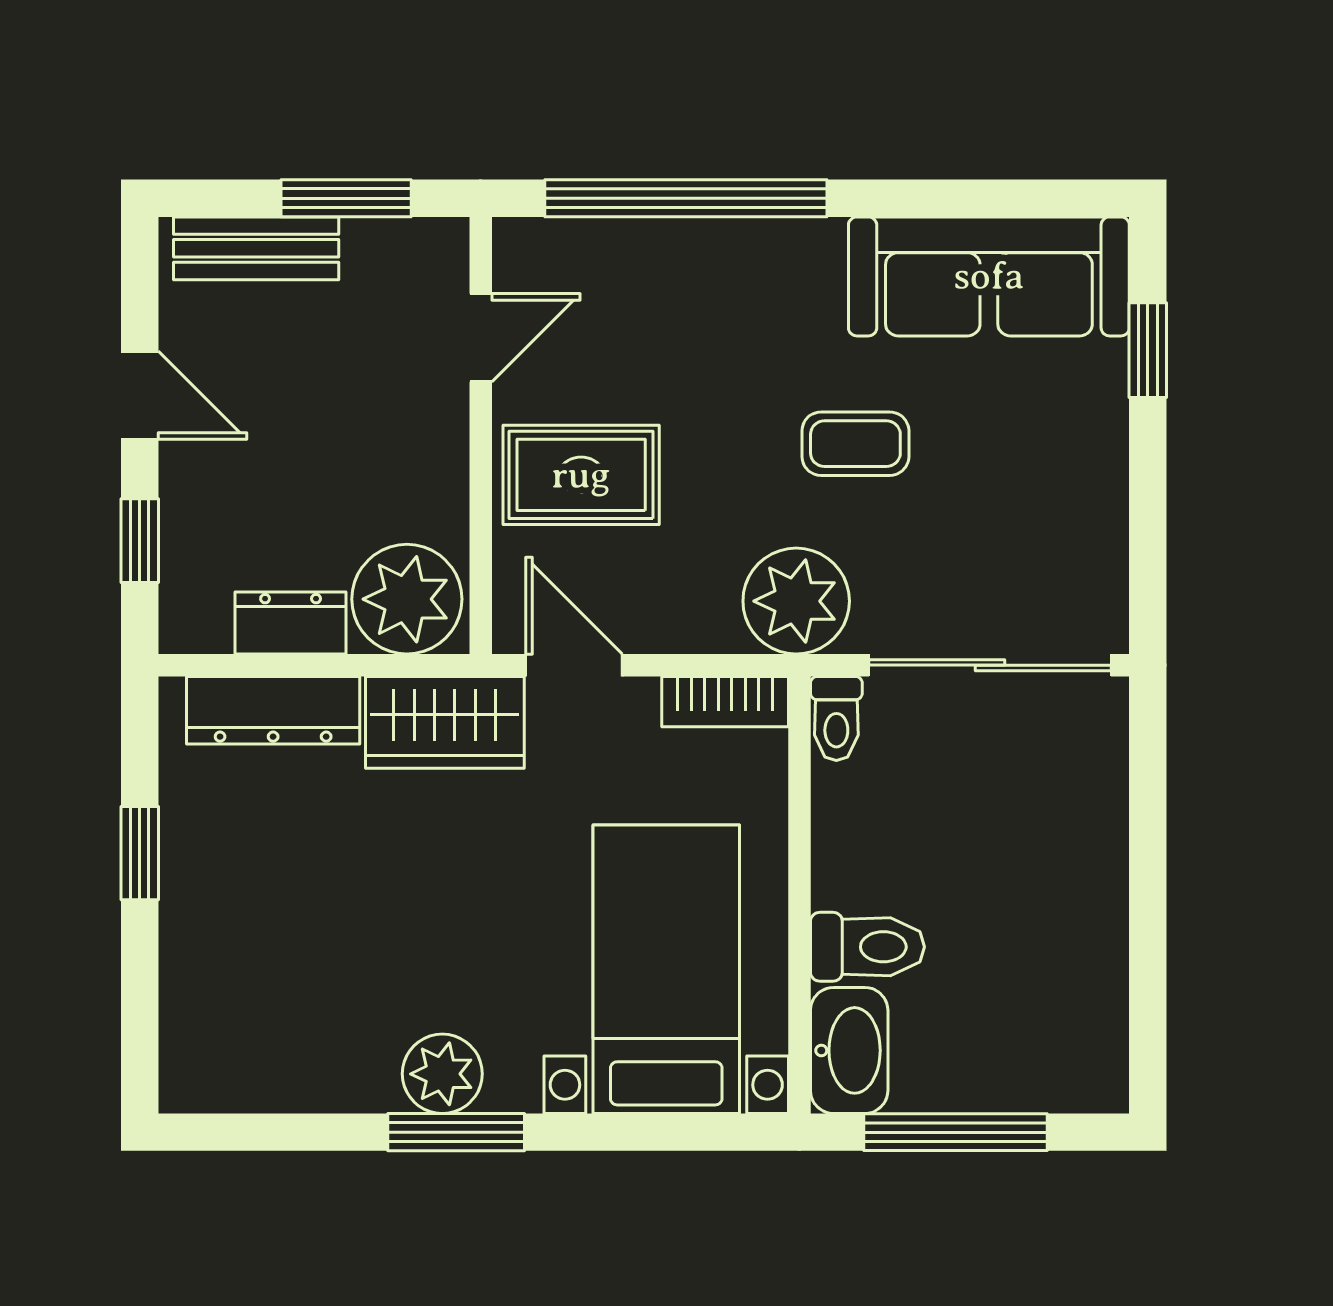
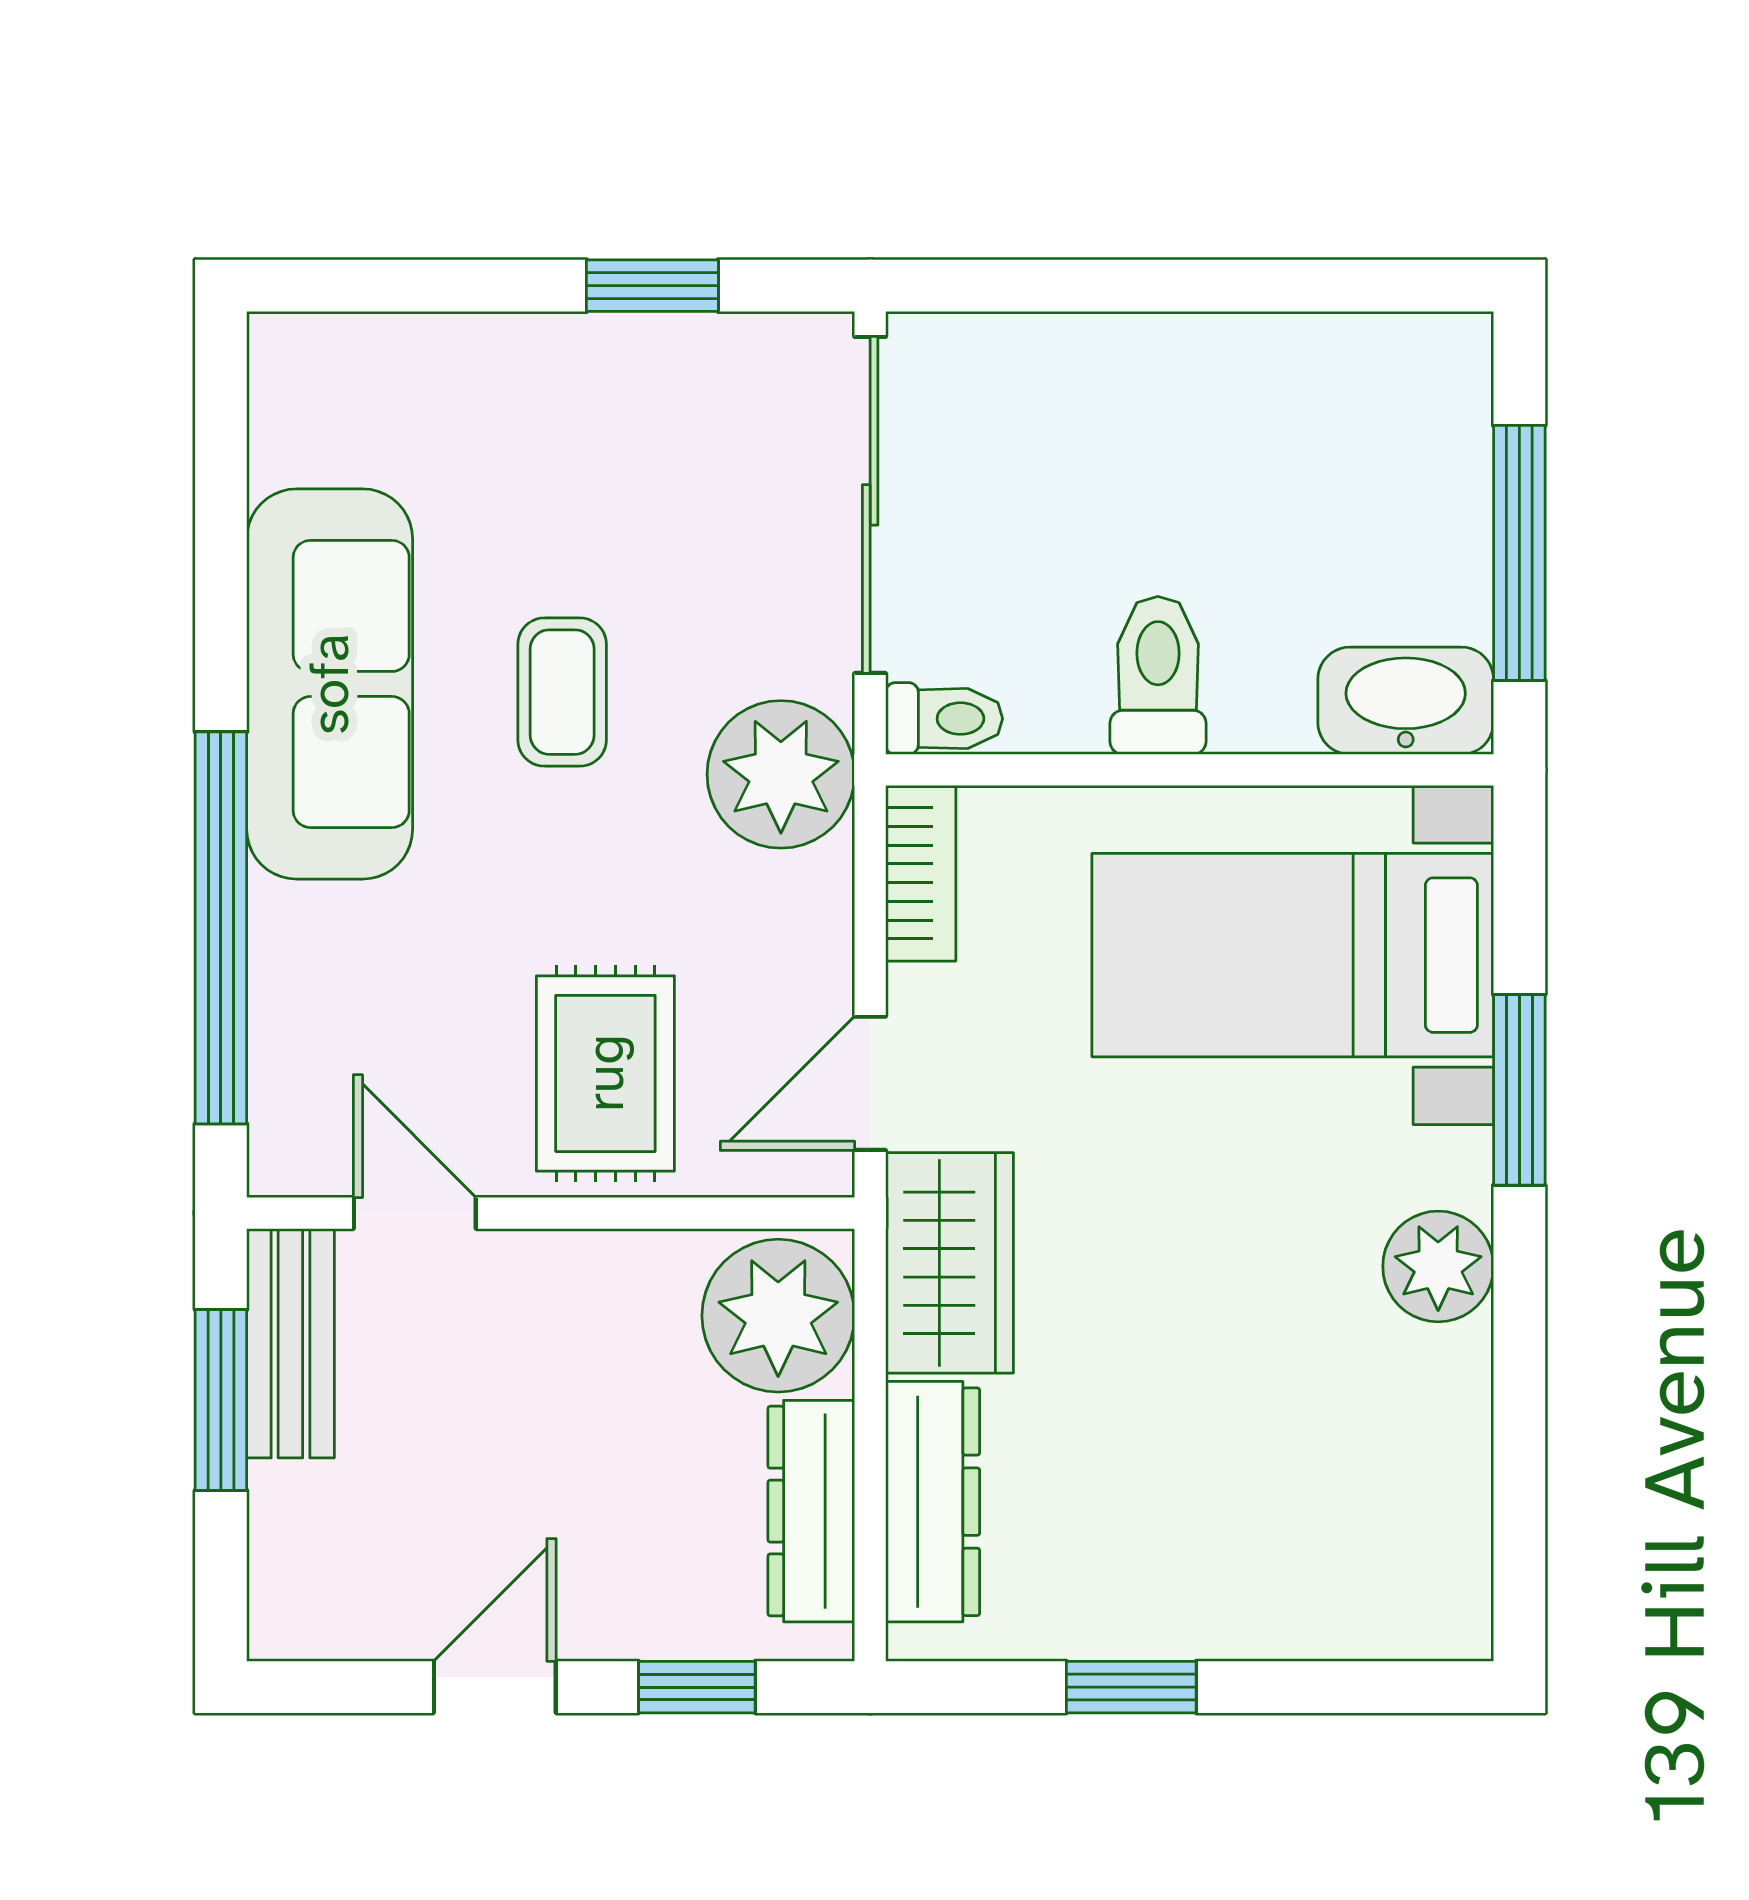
bench: (256, 248) -> (290, 1343), moved
sofa: (989, 276) -> (330, 684), moved
window: (1148, 350) -> (652, 286), moved
dresser: (291, 623) -> (811, 1511), width x1.44
toilet: (867, 947) -> (1158, 675), moved
window: (456, 1132) -> (1519, 1090), moved

